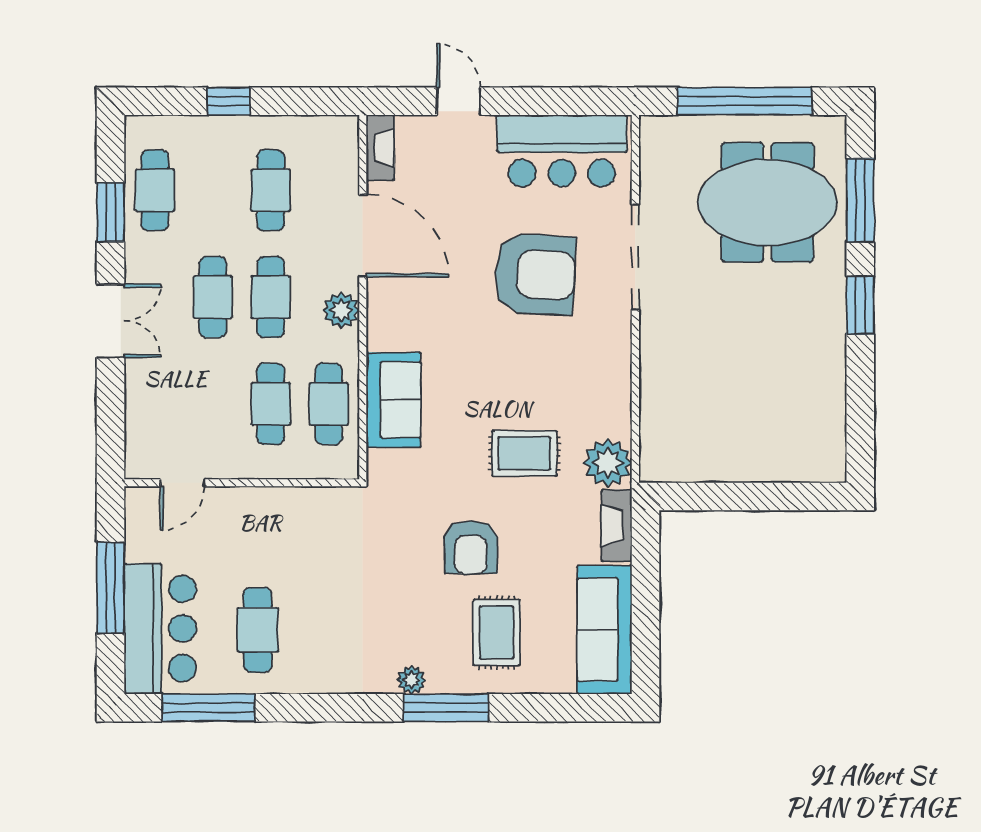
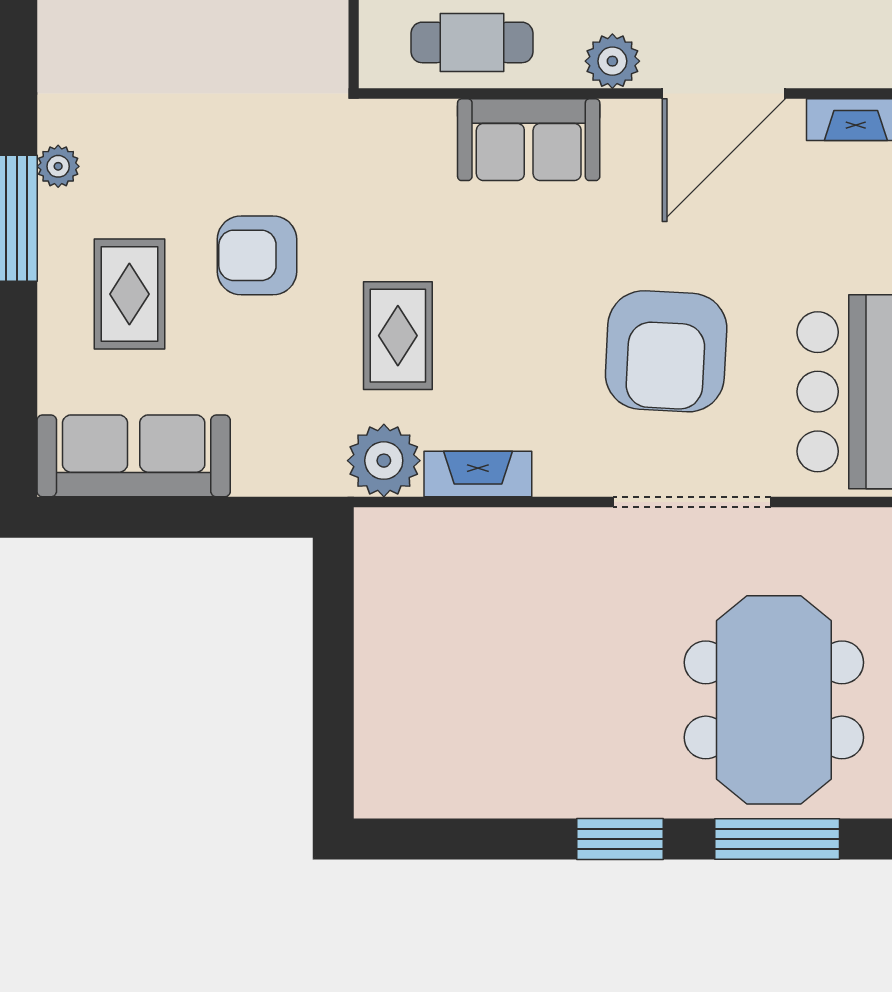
sofa: (394, 400) -> (529, 140), moved
fireplace: (617, 526) -> (478, 474), moved
rug: (497, 632) -> (129, 294), turned 90

